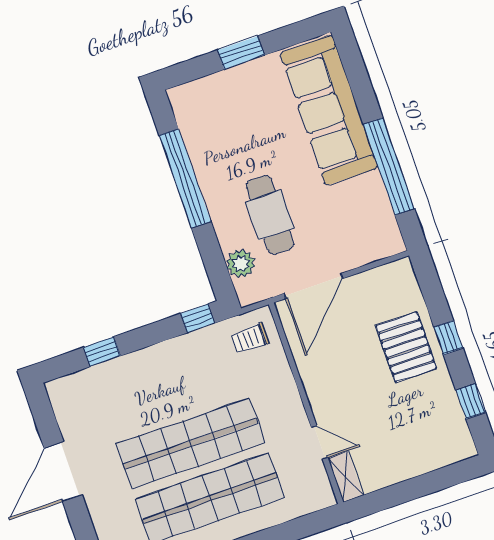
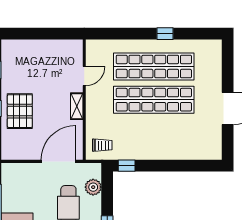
window: (102, 352) -> (184, 166), removed
door: (320, 443) -> (84, 76), swing flipped
shelving: (345, 477) -> (77, 106), moved

